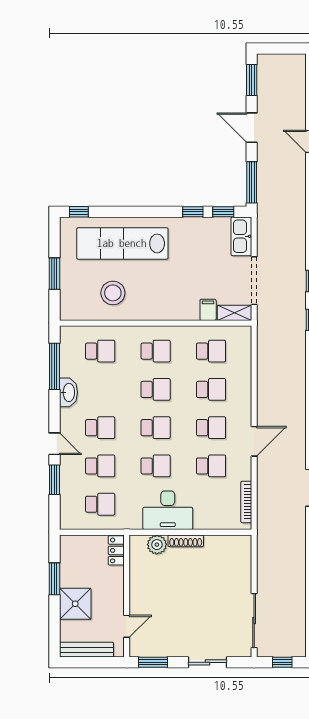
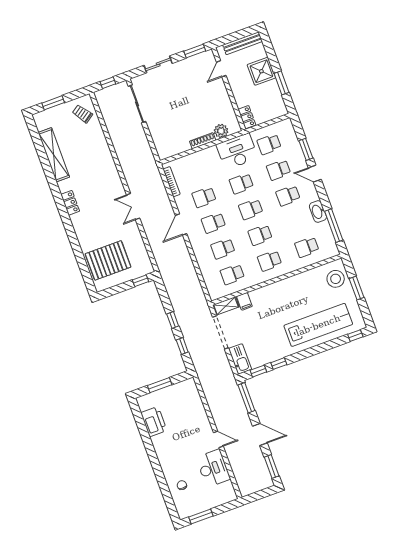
stool: (113, 293) -> (336, 279), moved
desk: (168, 510) -> (237, 151), moved

